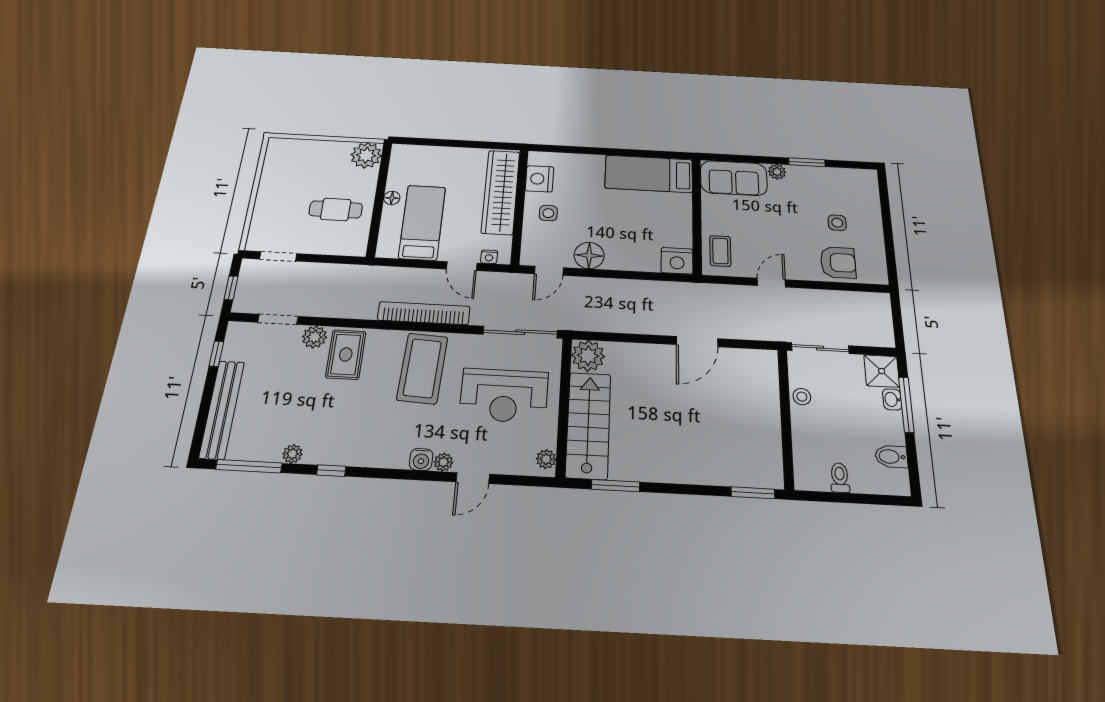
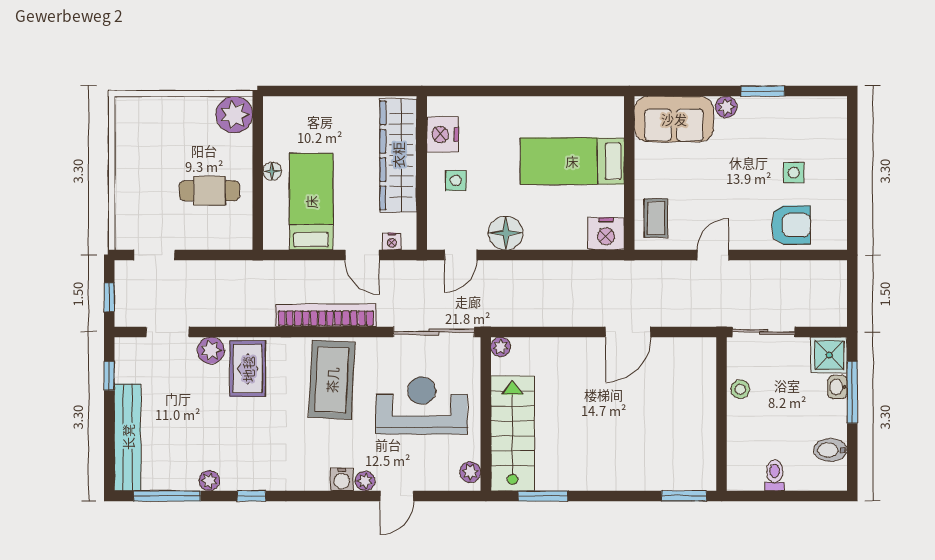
bed: (649, 174) -> (572, 161), moved
plant: (588, 356) -> (501, 347), width x0.53, depth x0.53
reception desk: (504, 395) -> (422, 406), turned 180

